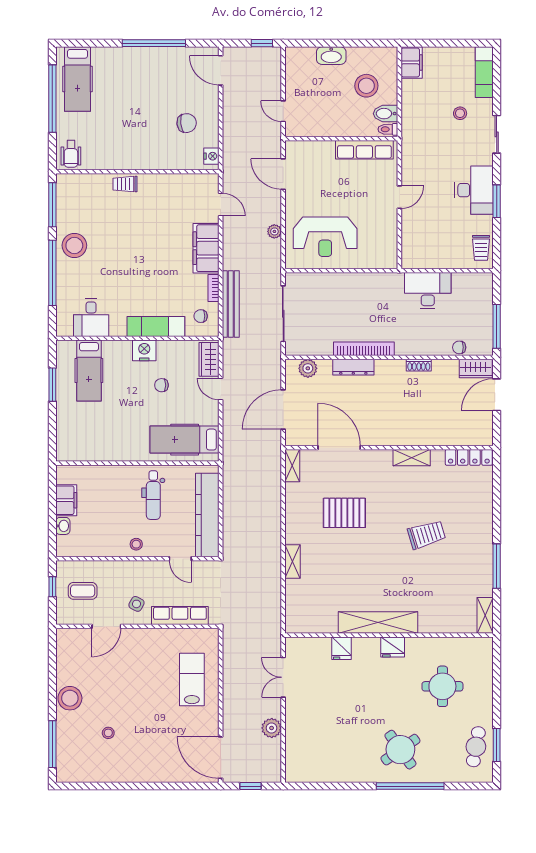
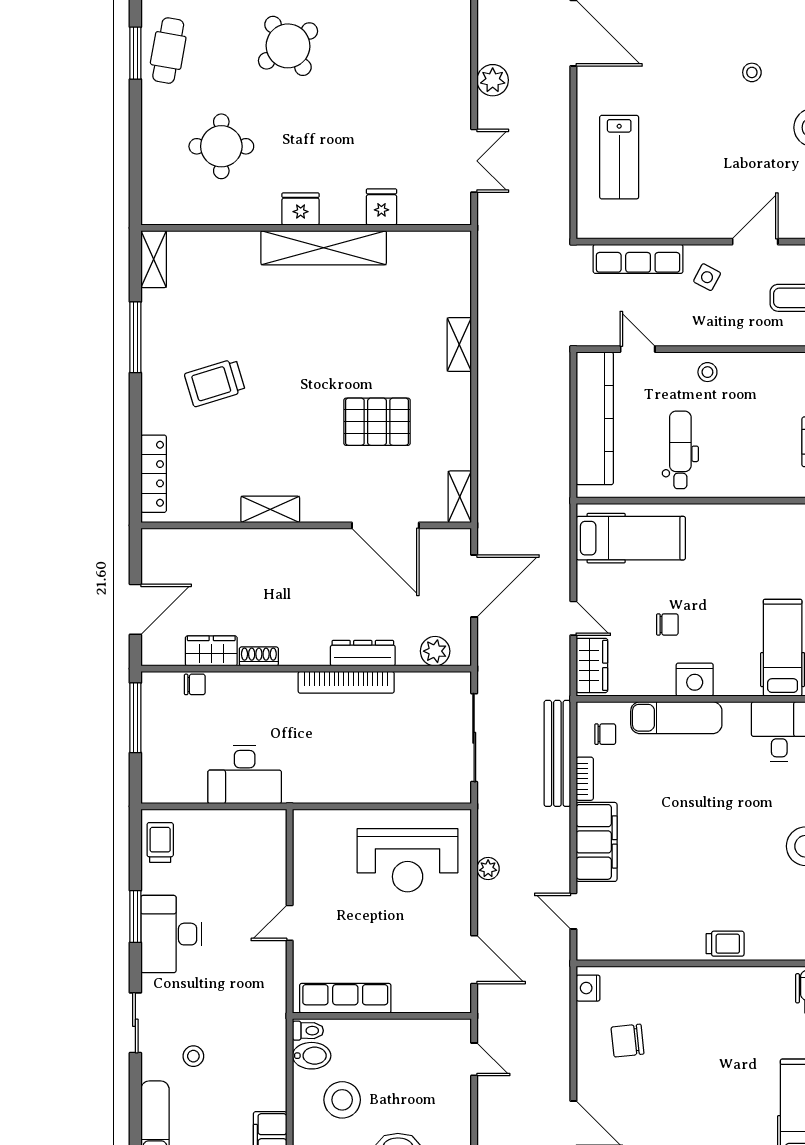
reception desk: (325, 237) -> (408, 860), turned 180
wardrobe: (476, 369) -> (211, 651), moved
locker: (469, 457) -> (154, 474), moved, turned 90
trolley: (427, 535) -> (215, 383), moved

